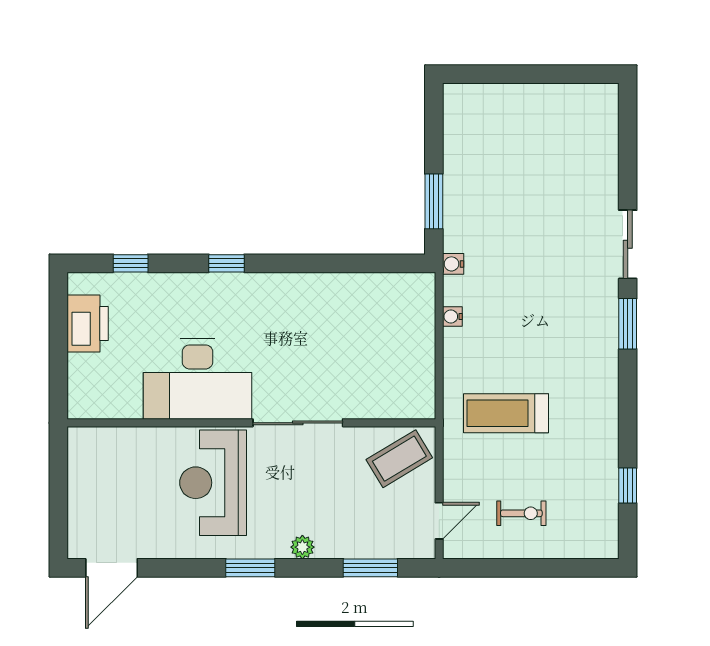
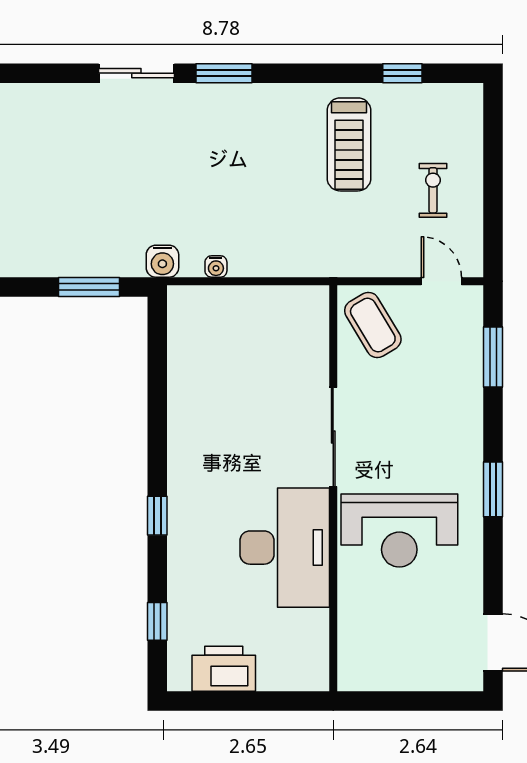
water cooler: (453, 264) -> (162, 261), width x1.38, depth x1.38
treadmill: (506, 413) -> (349, 144), moved
plant: (302, 547) -> (470, 432), removed

